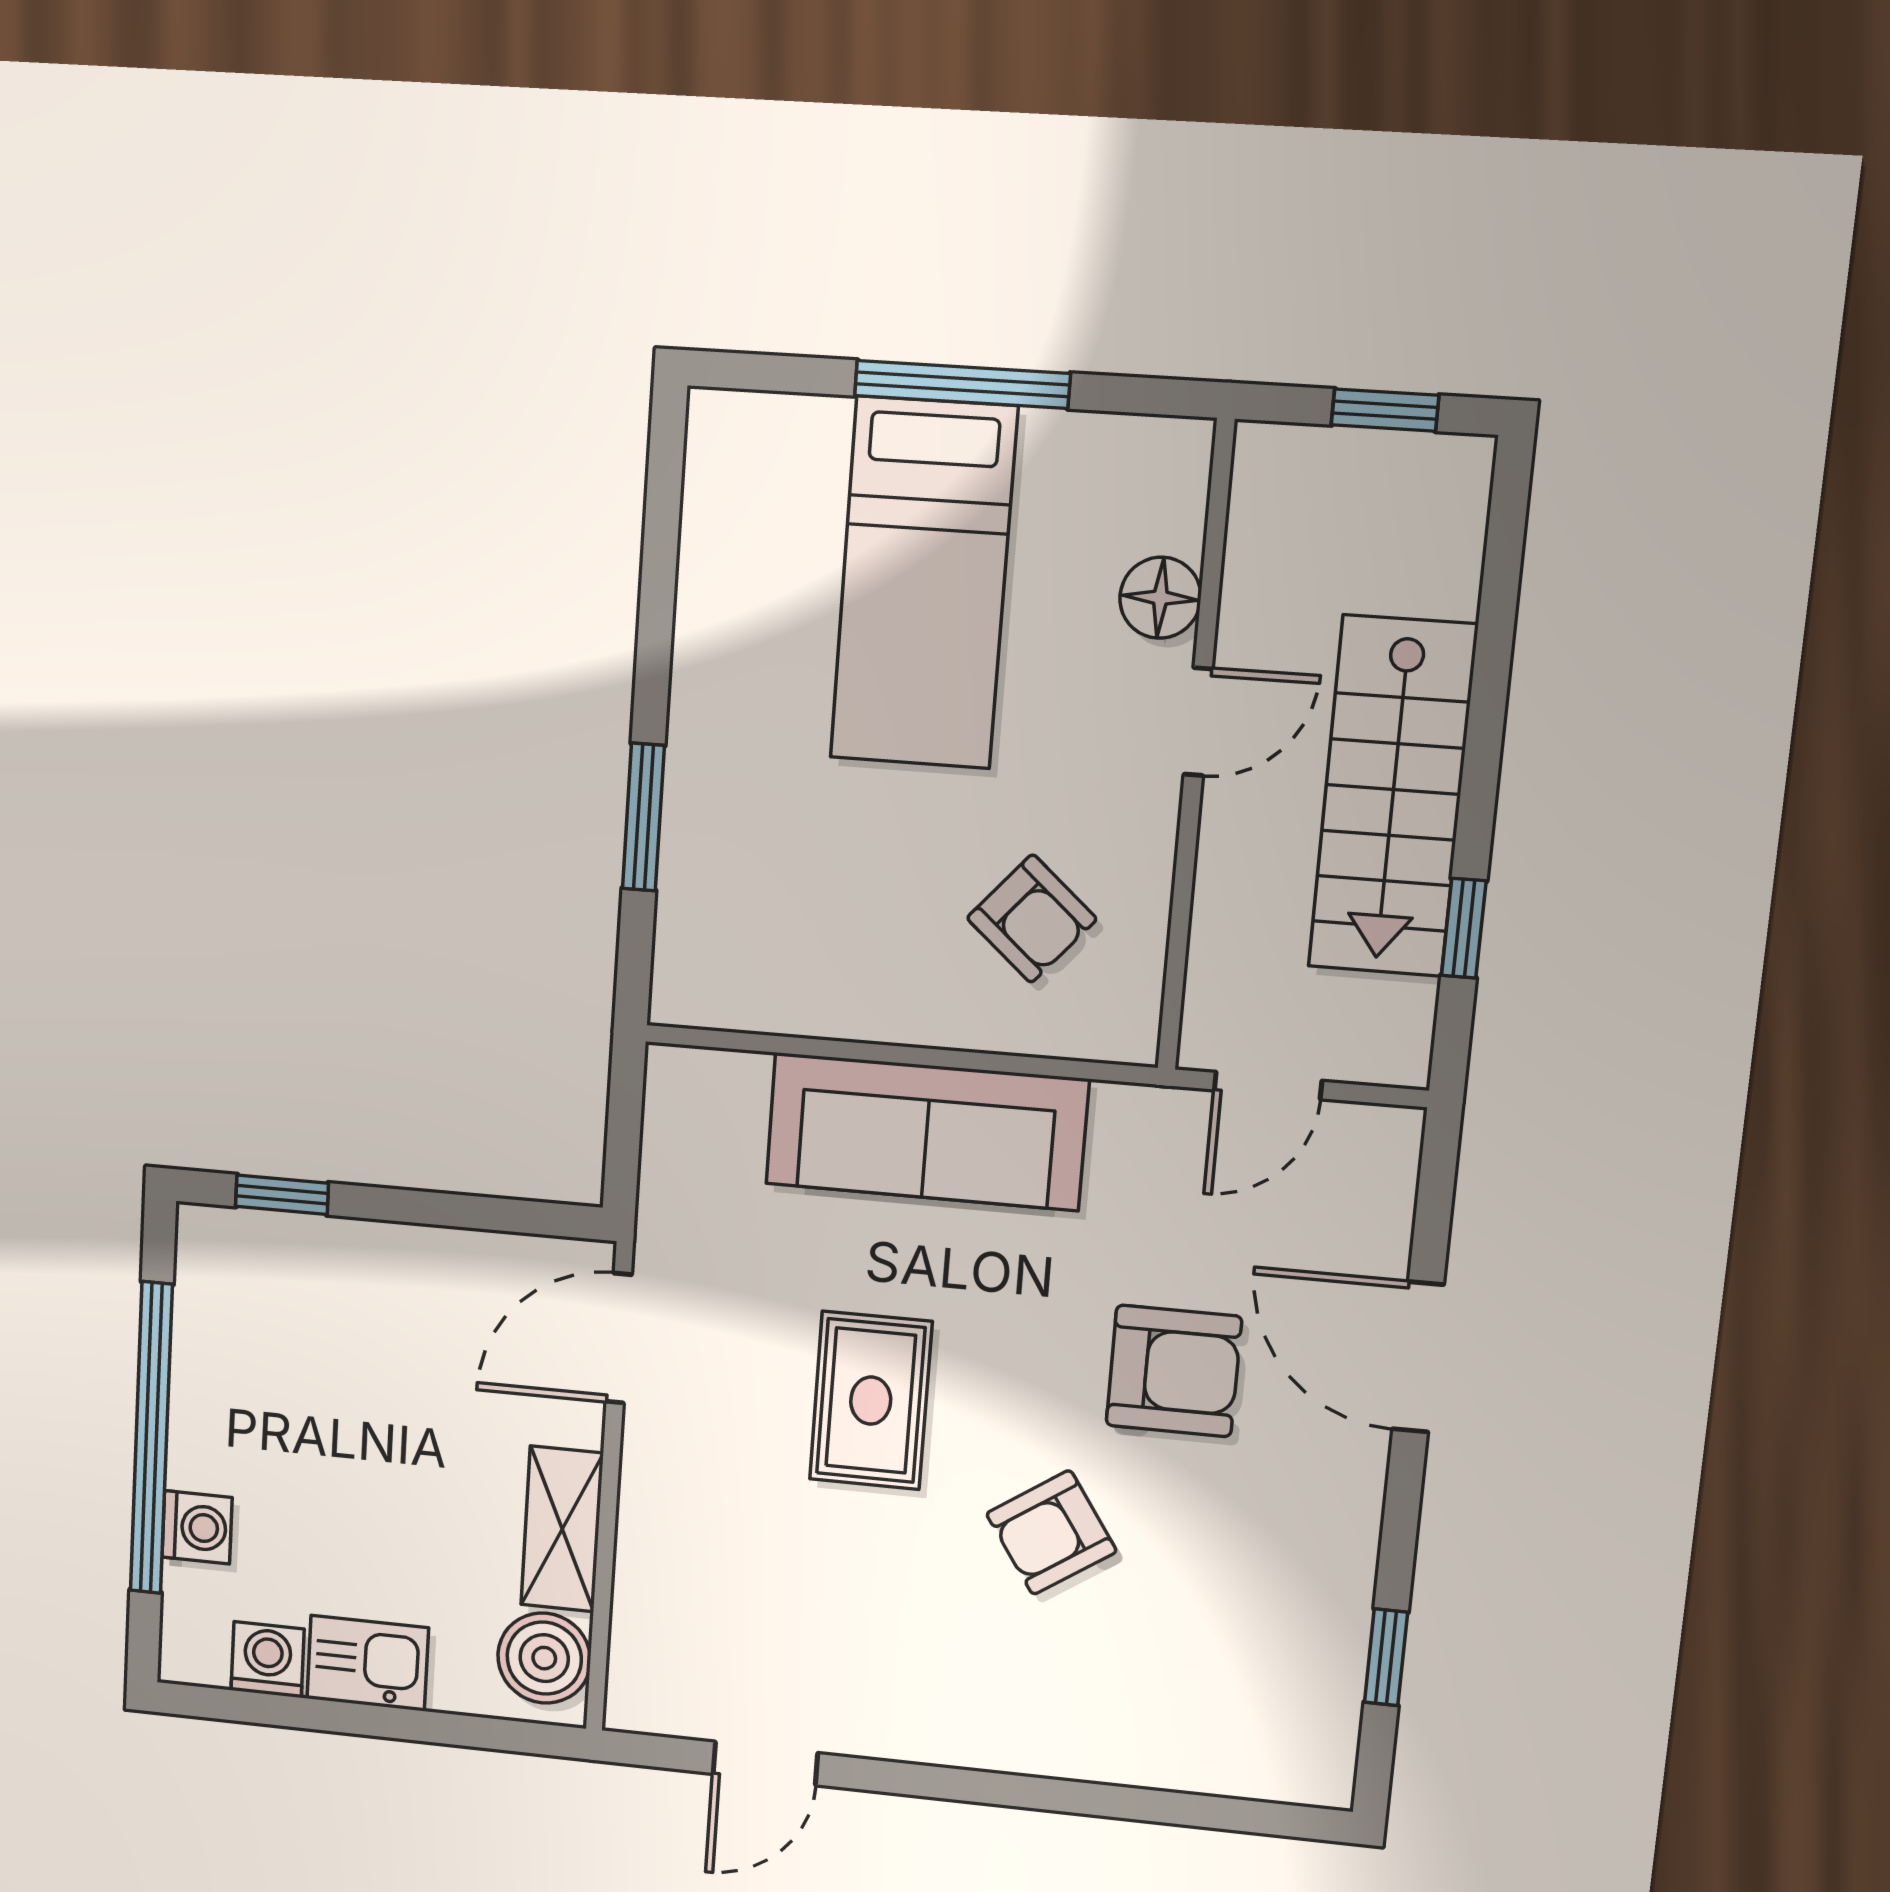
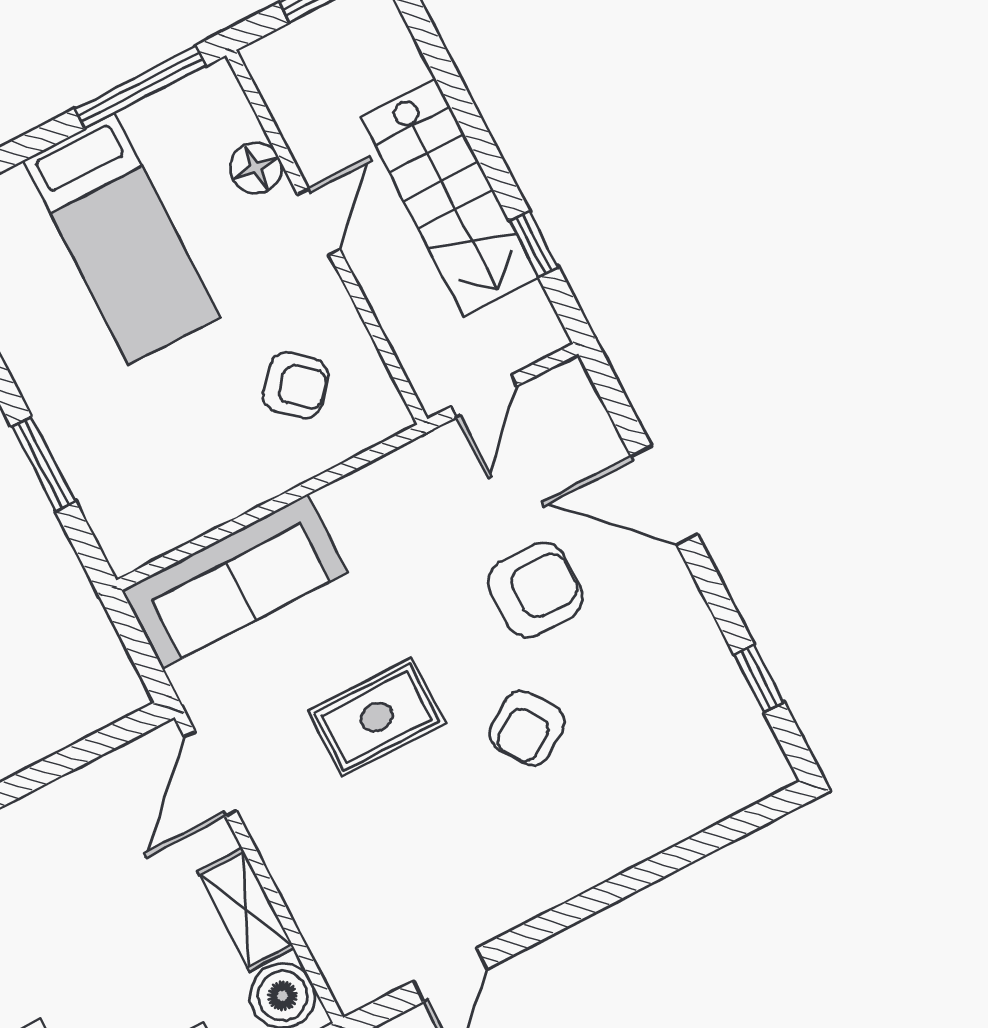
window: (962, 384) -> (140, 87), moved
sofa: (927, 1132) -> (235, 581), moved
rug: (871, 1401) -> (377, 717), turned 90

